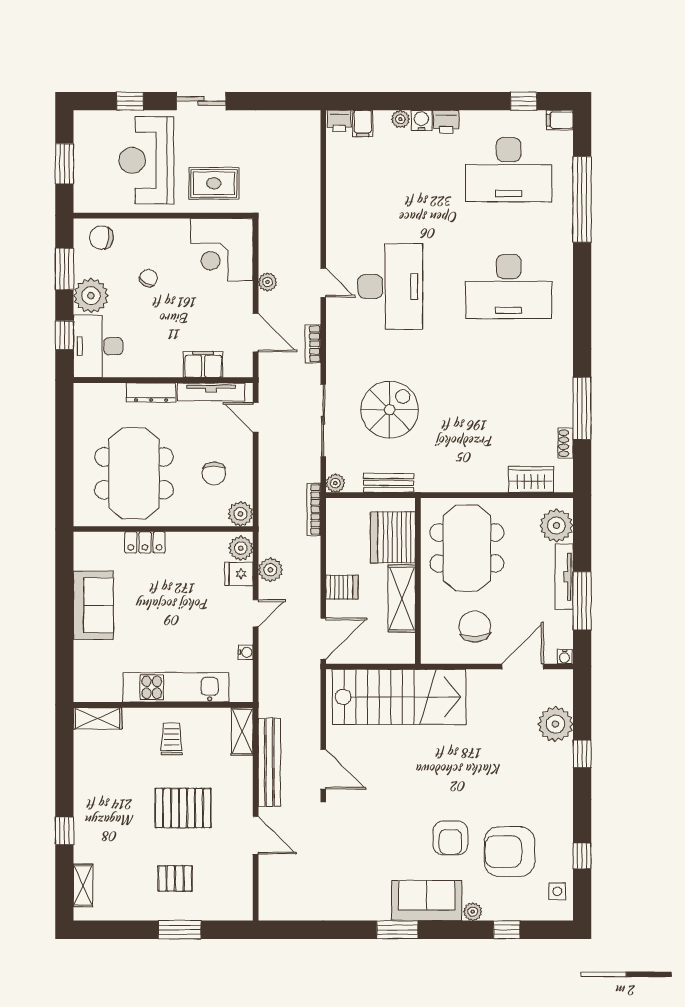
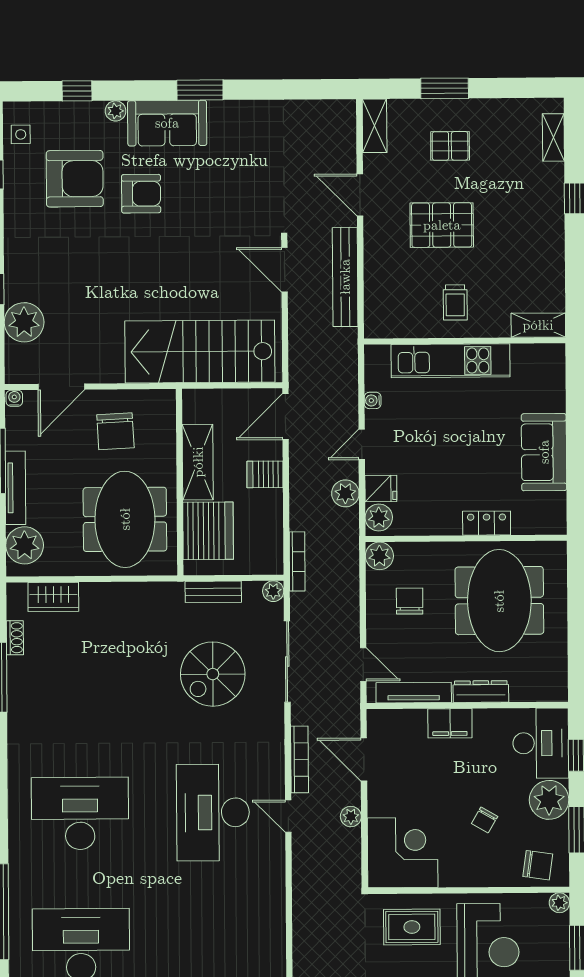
plant: (82, 204) -> (559, 903), added
bookcase: (313, 344) -> (299, 759), width x1.56
filing cabinet: (203, 364) -> (450, 723), moved
shelving: (242, 731) -> (375, 126), moved
armchair: (450, 838) -> (141, 194), turned 90

